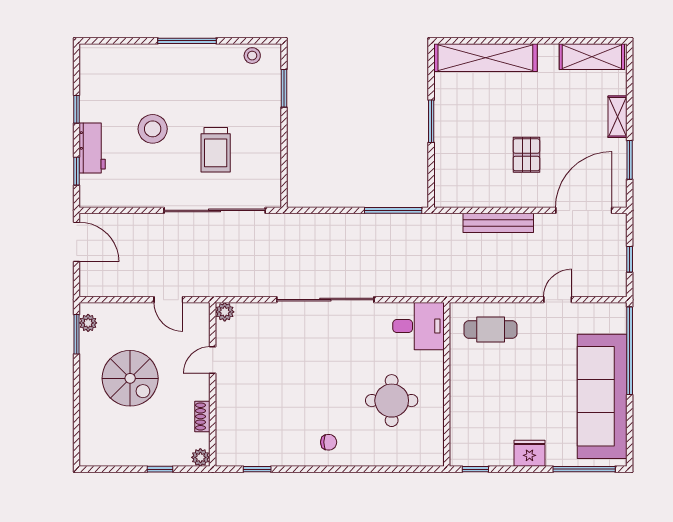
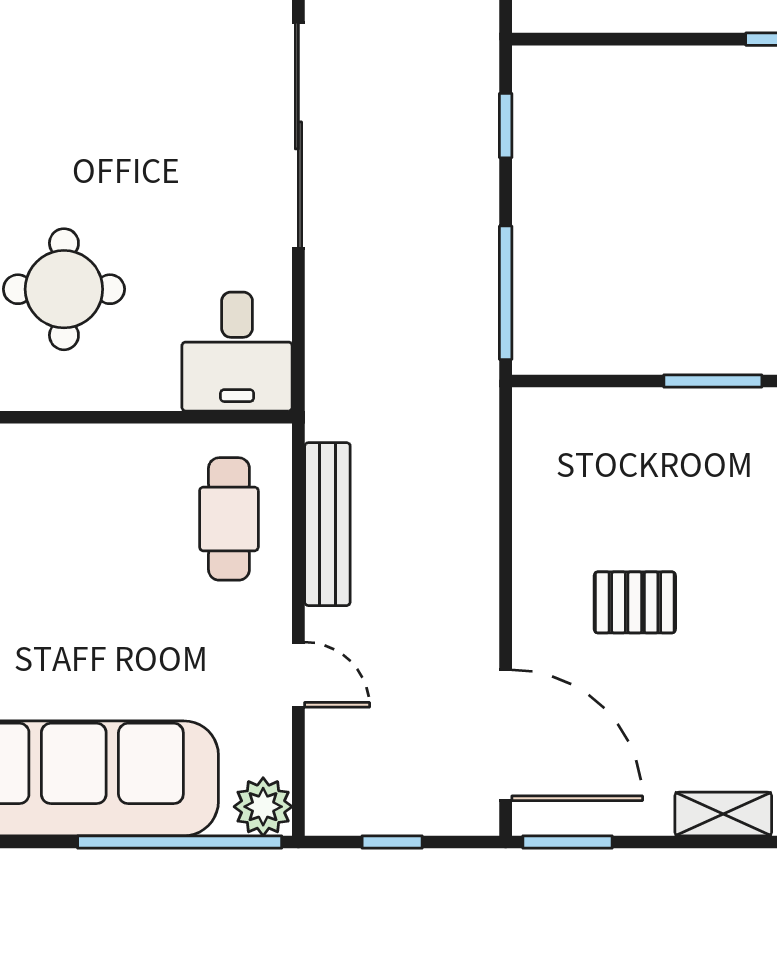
window: (630, 160) -> (567, 842), moved
window: (321, 210) -> (506, 126), added
bench: (498, 223) -> (327, 524), moved
plant: (614, 315) -> (263, 807), added

